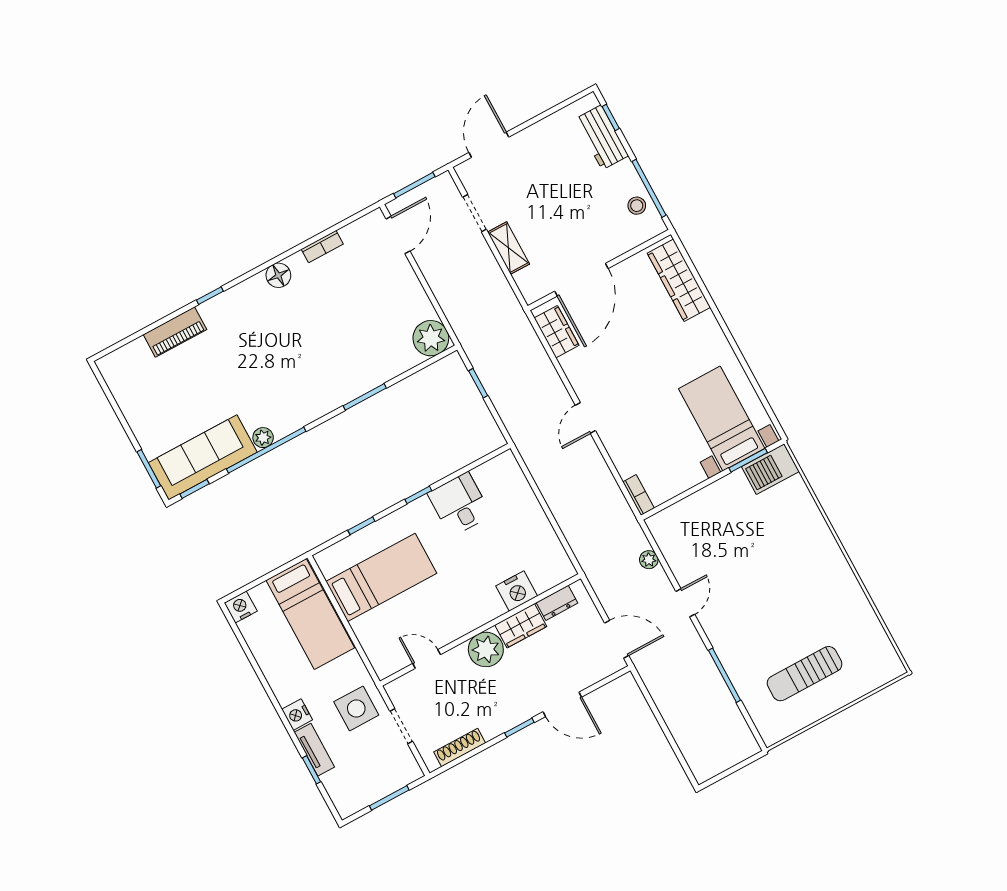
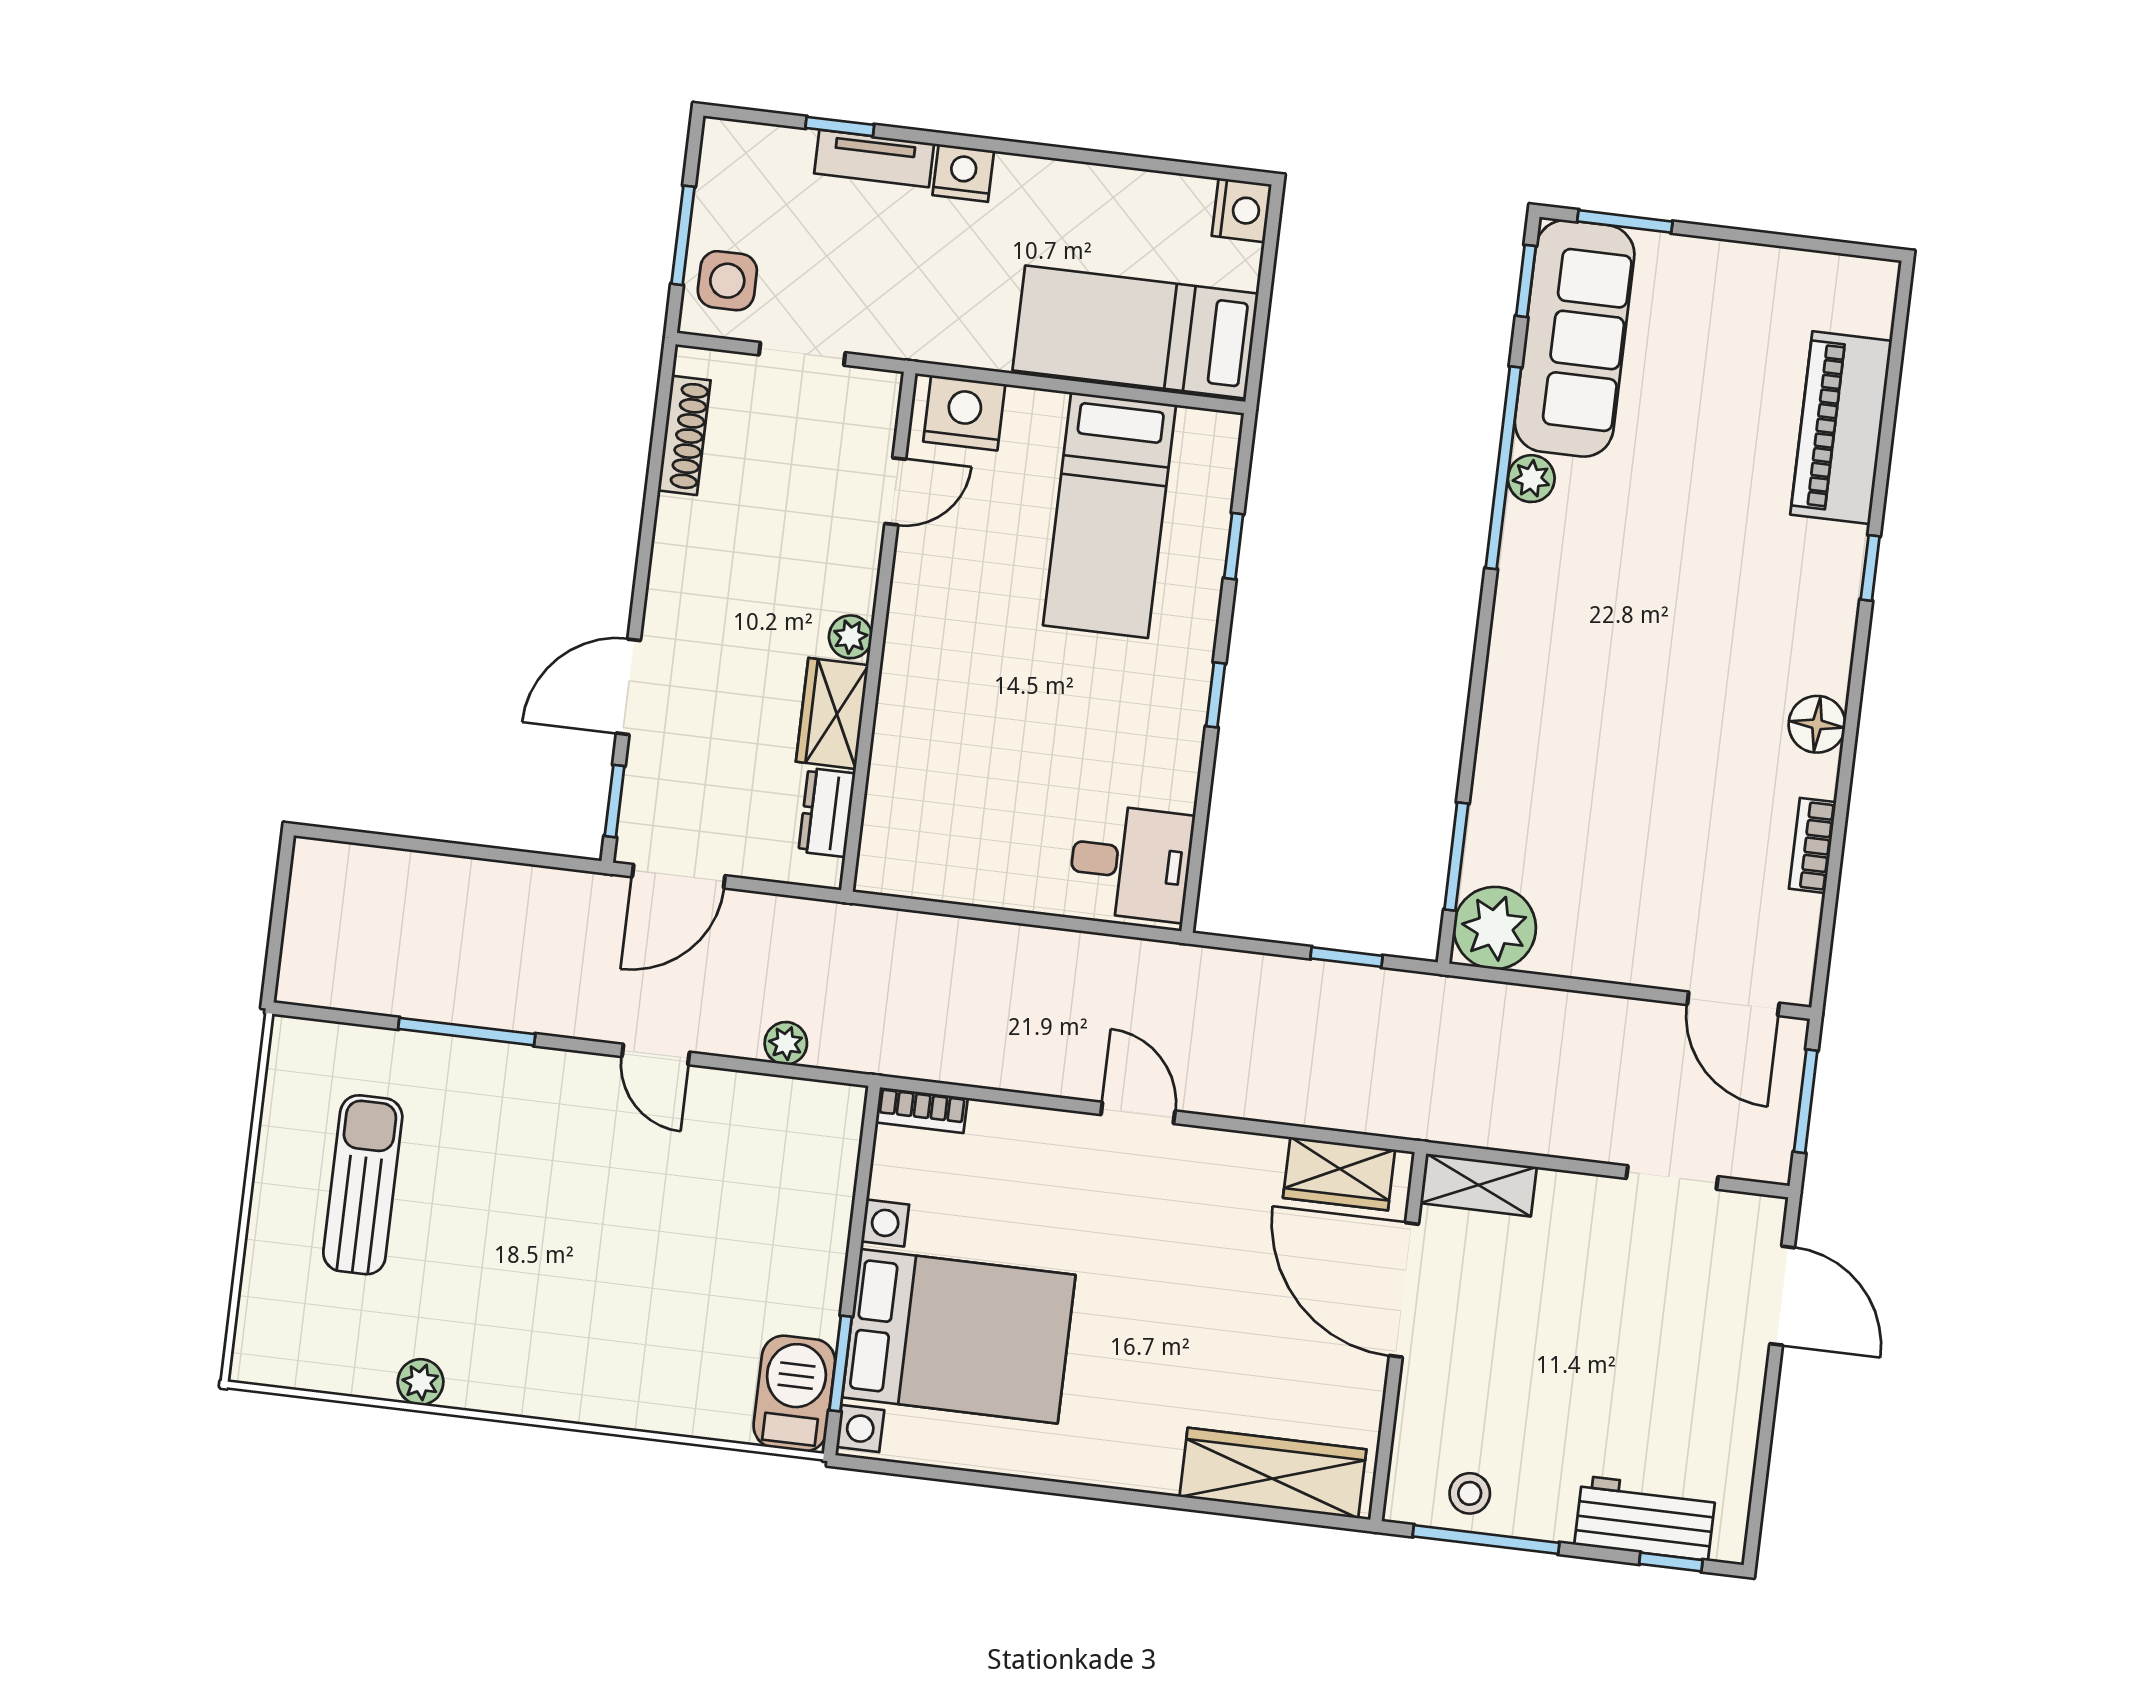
shelving: (509, 248) -> (1478, 1185), moved
piano: (175, 332) -> (1841, 428), width x1.37, depth x1.33
window: (365, 397) -> (1456, 856), moved
bed with nightstands: (722, 419) -> (959, 1336), width x1.36
desk: (459, 504) -> (1131, 863), moved
nightstand: (517, 591) -> (964, 413), moved, turned 90
plant: (860, 604) -> (421, 1382), added
plant: (486, 649) -> (850, 637), width x0.53, depth x0.53
side table: (356, 708) -> (727, 281), moved, width x0.73, depth x0.73
window: (519, 728) -> (615, 801), moved

